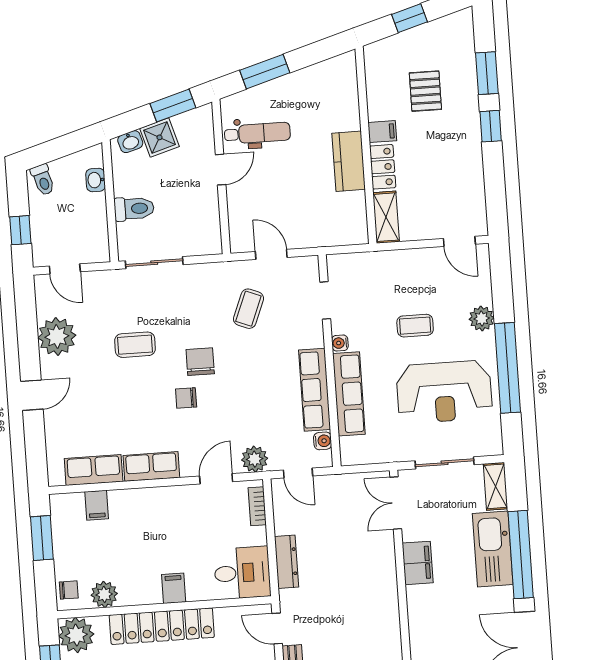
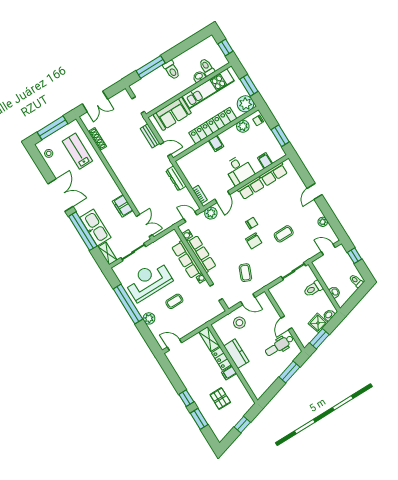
stool: (311, 218) -> (239, 323), added
plant: (57, 337) -> (323, 222), width x0.53, depth x0.53
desk: (242, 573) -> (239, 170), moved, turned -90

